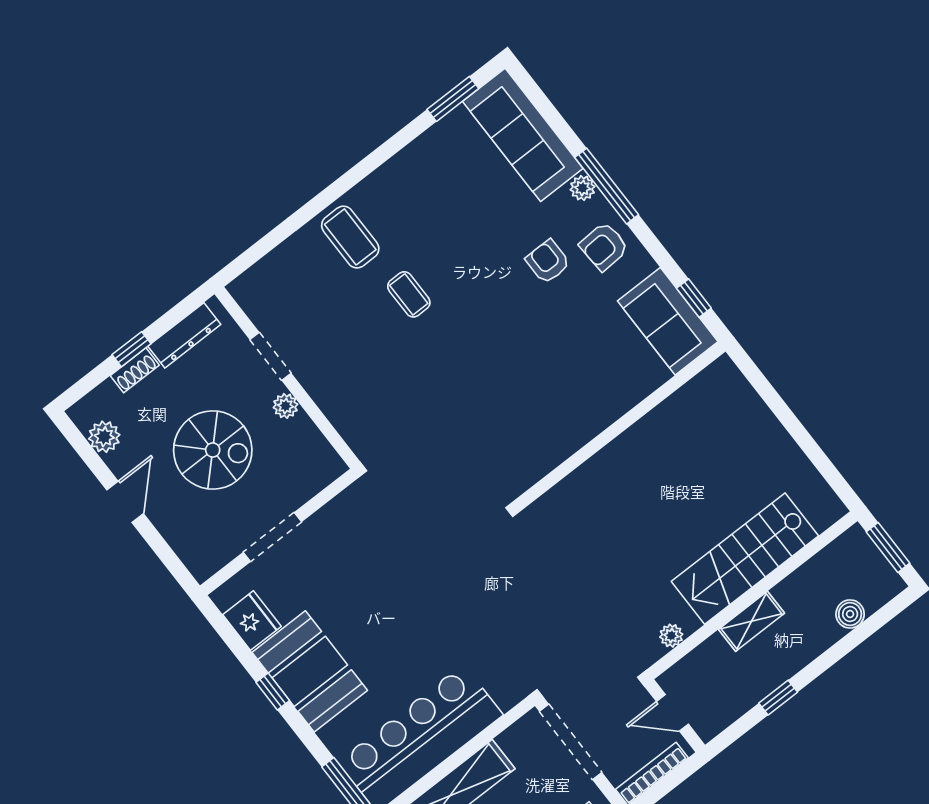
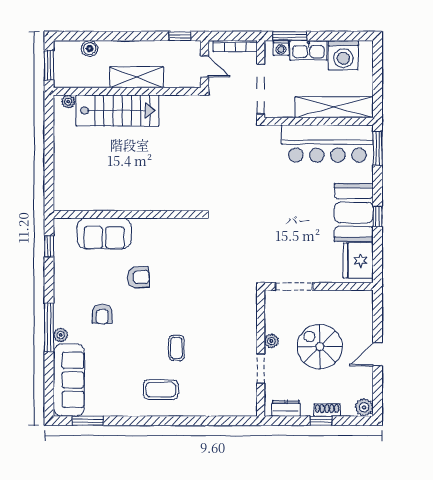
coffee table: (350, 237) -> (161, 390), moved, turned 90
armchair: (604, 246) -> (138, 277), moved
sofa: (668, 321) -> (104, 233), moved, turned 90
dresser: (184, 335) -> (286, 408), width x0.70
plant: (104, 437) -> (364, 407), moved
doorway: (272, 537) -> (294, 286), moved
fridge: (252, 621) -> (358, 261), width x1.36, depth x1.34
shelving: (751, 621) -> (137, 77), width x1.50, depth x1.33
plant: (671, 636) -> (68, 102), moved
window: (778, 698) -> (180, 36), moved

